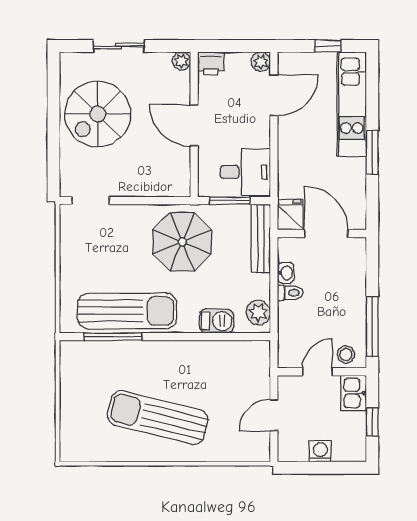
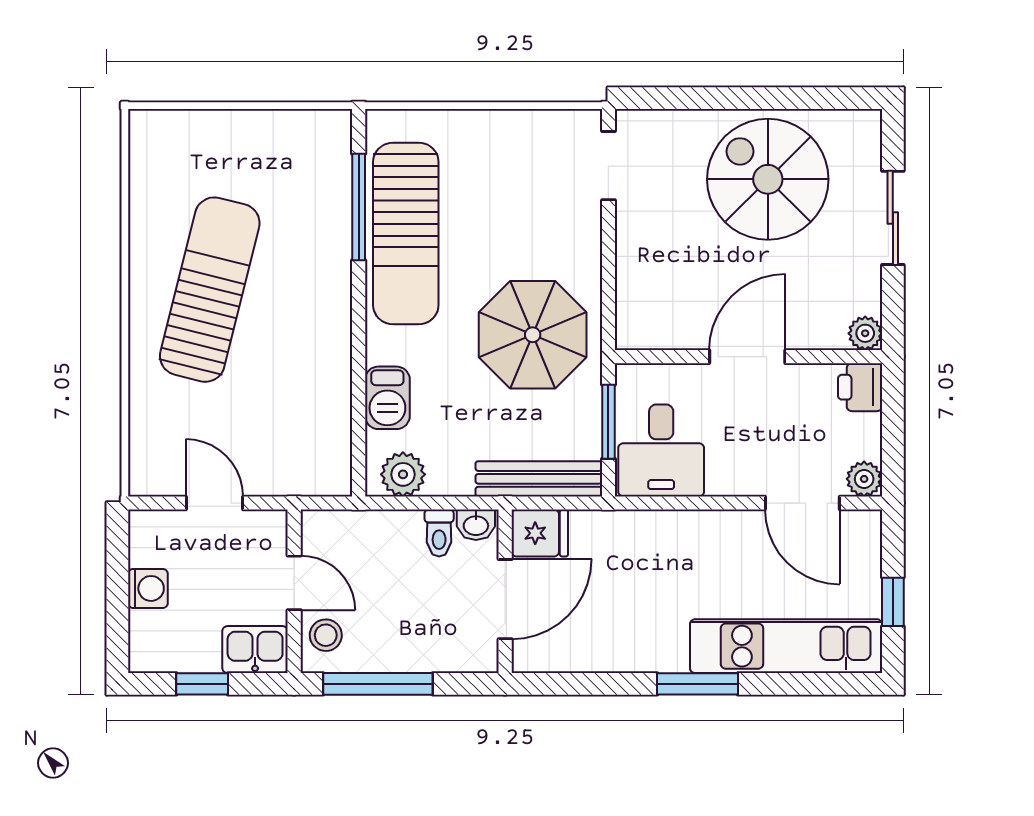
fridge: (290, 215) -> (540, 533), moved
wall: (322, 233) -> (505, 591), moved
door: (326, 233) -> (505, 599), moved

